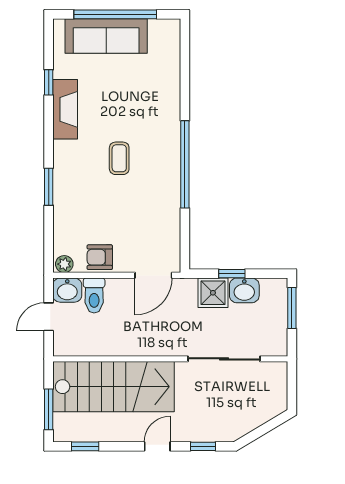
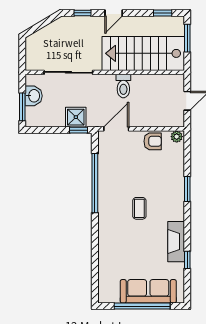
window: (185, 164) -> (95, 183), moved
window: (232, 274) -> (78, 130), moved
washbasin: (67, 290) -> (175, 119), removed
washbasin: (244, 290) -> (34, 96), moved, turned 90
toilet: (94, 295) -> (123, 86), moved, turned 180

